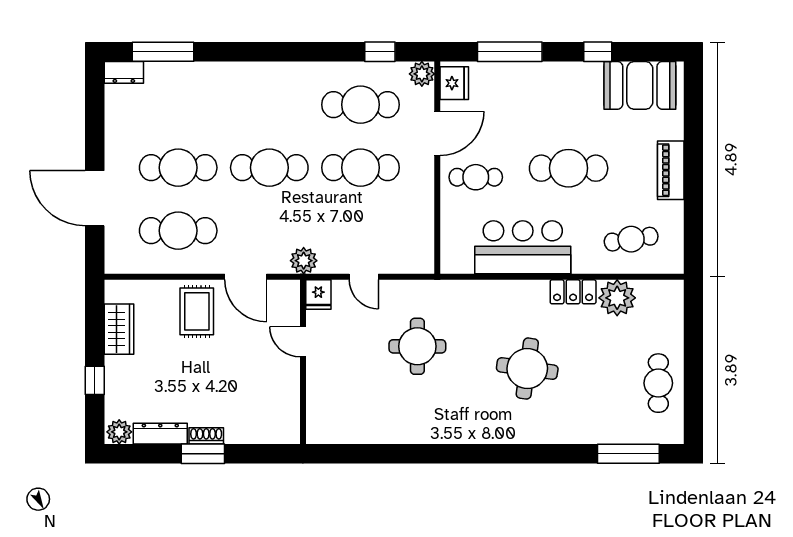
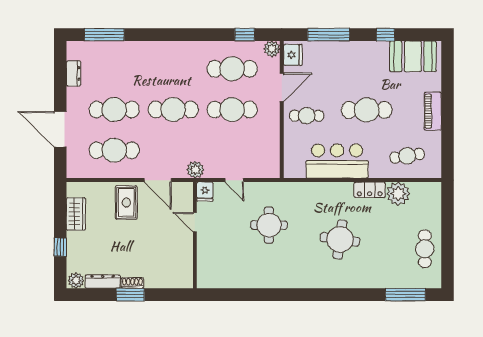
dresser: (124, 72) -> (74, 73), moved, turned -90

